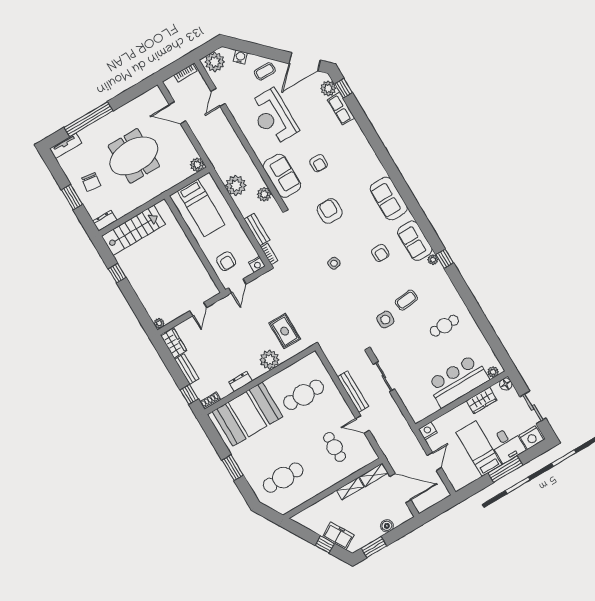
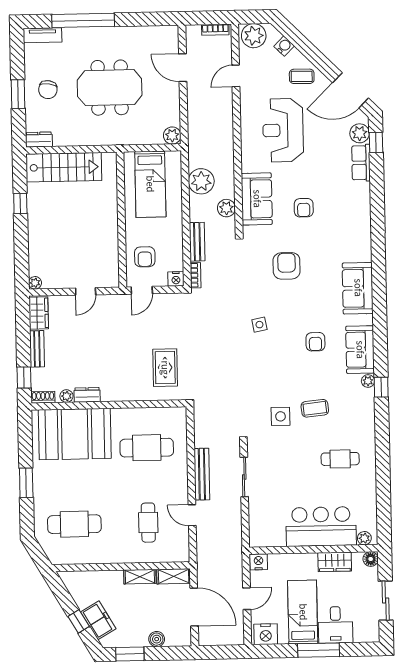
plant: (269, 360) -> (66, 396), moved, width x0.53, depth x0.53
nightstand: (531, 438) -> (266, 634), moved

